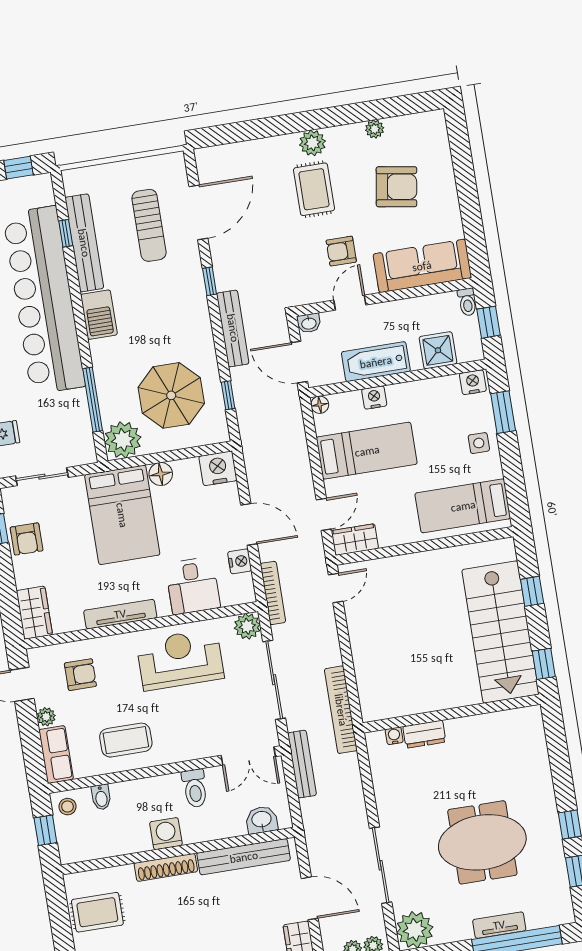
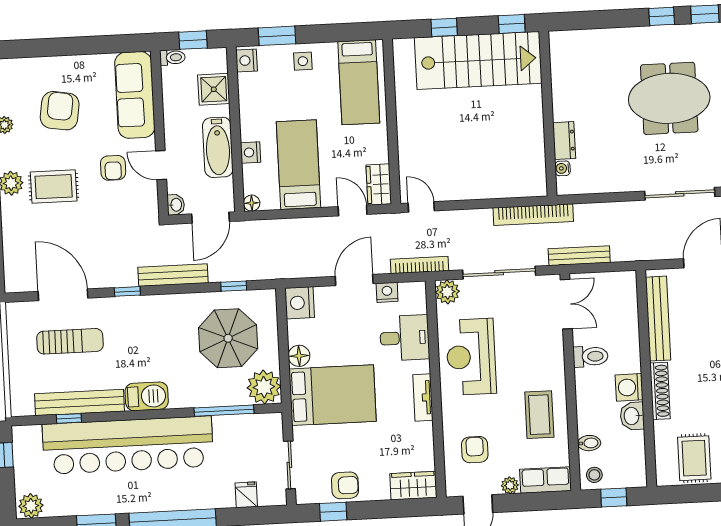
tv unit: (120, 614) -> (423, 397), width x0.71
washbasin: (262, 820) -> (632, 416), moved
meeting table: (482, 842) -> (669, 98), turned 90

